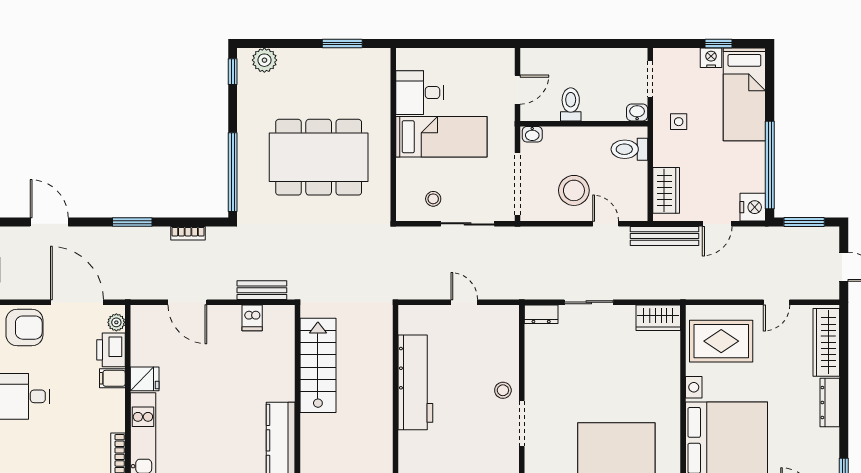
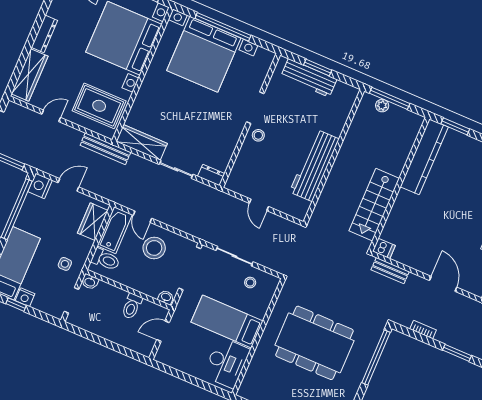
desk: (420, 93) -> (227, 363), width x1.37
bathtub: (634, 192) -> (115, 230), added
bench: (665, 236) -> (105, 149), moved
dishwasher: (252, 318) -> (384, 248), moved, turned 90
wardrobe: (658, 318) -> (142, 142), width x1.50

